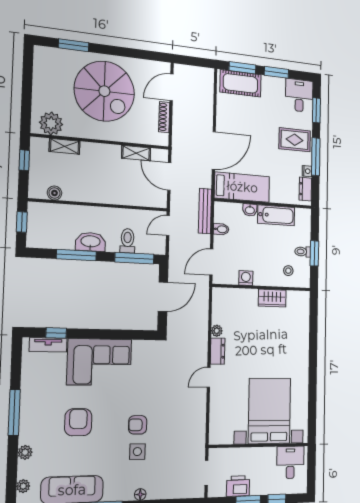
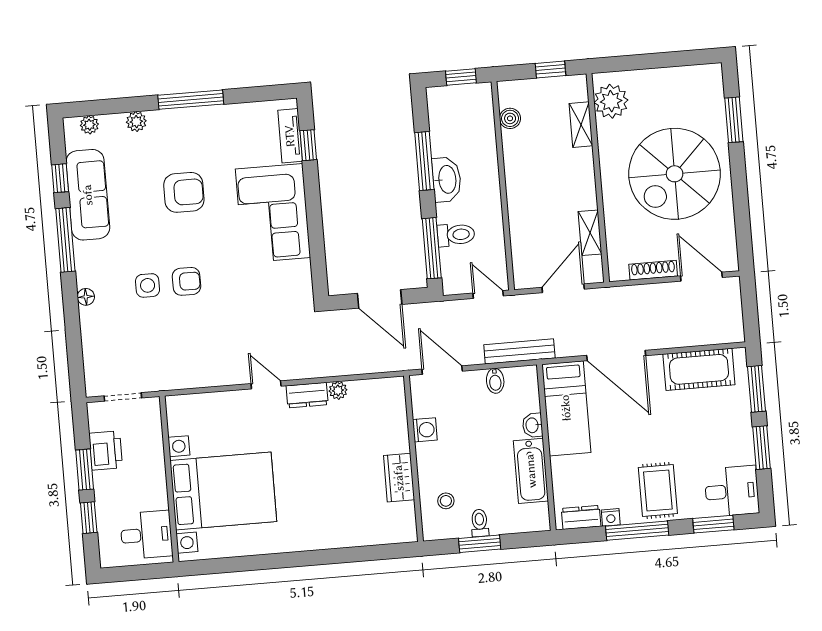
cot: (240, 83) -> (699, 369), moved, turned 90
armchair: (138, 425) -> (186, 281), turned 90

